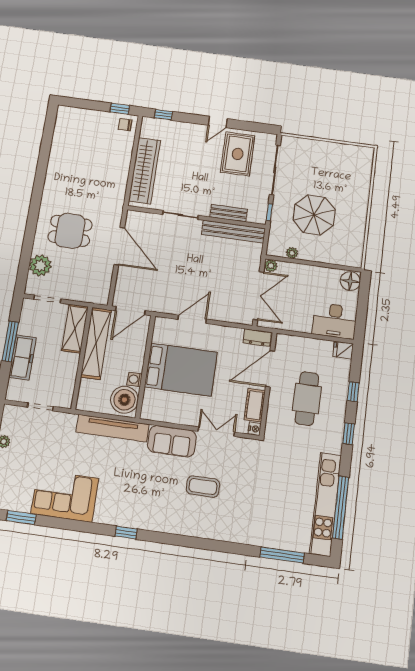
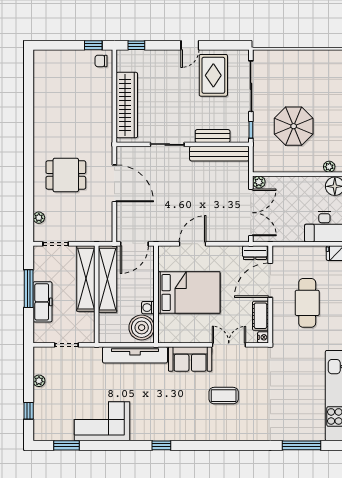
plant: (292, 253) -> (329, 167), moved
plant: (40, 265) -> (39, 218), width x0.53, depth x0.53
shelving: (75, 329) -> (86, 279), width x1.47

